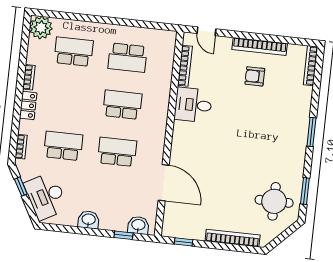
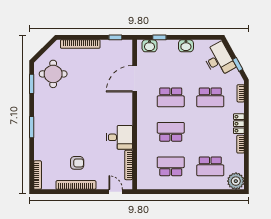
school desk: (122, 105) -> (171, 132), turned 180
door: (164, 183) -> (135, 79), hinge flipped

